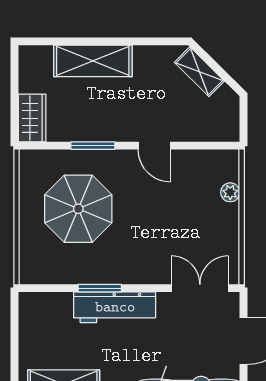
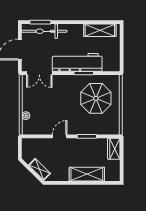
door: (154, 146) -> (60, 136), hinge flipped
parasol: (78, 209) -> (96, 98), moved
workbench: (115, 307) -> (77, 62), width x1.36, depth x1.32

